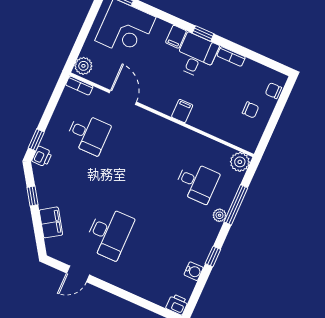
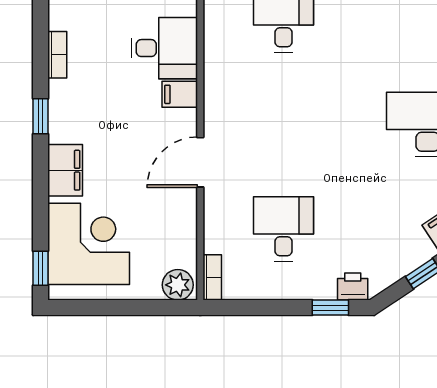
filing cabinet: (176, 37) -> (65, 170), width x2.00
desk: (196, 56) -> (164, 48), moved, turned 180
door: (123, 97) -> (200, 162), moved

